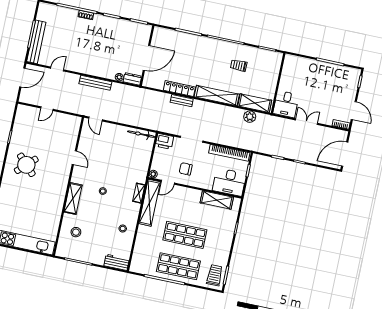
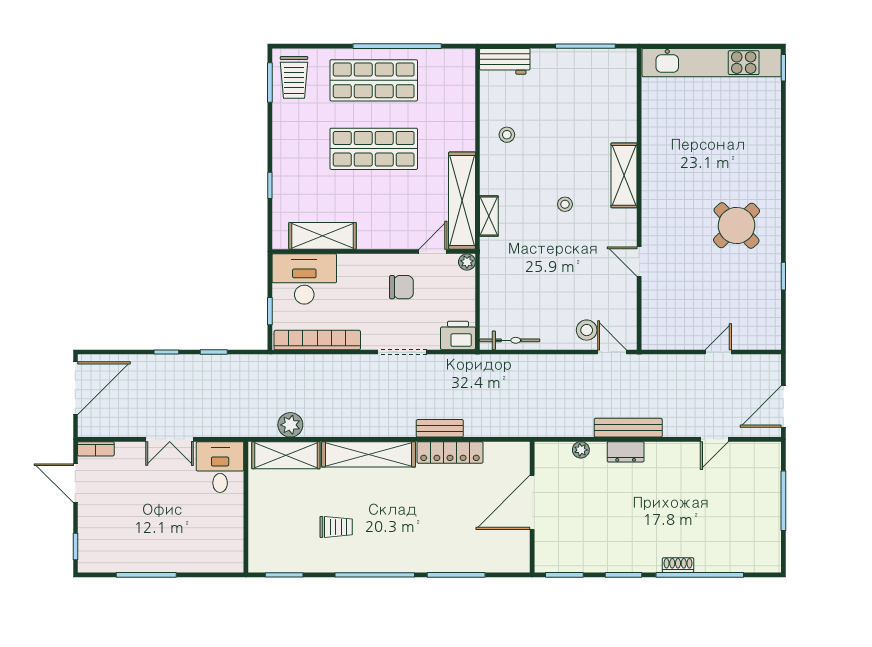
bench: (36, 42) -> (770, 487), removed
dresser: (132, 79) -> (626, 452), moved
stool: (76, 232) -> (587, 330), moved

